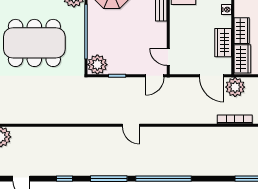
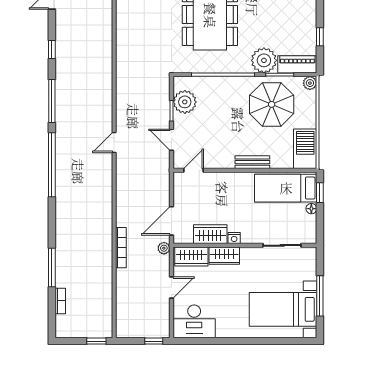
nightstand: (226, 10) -> (234, 238), moved
plant: (97, 65) -> (185, 102), moved
door: (155, 76) -> (172, 140), moved
plant: (235, 87) -> (164, 248), width x0.53, depth x0.53
door: (131, 125) -> (114, 143), moved

